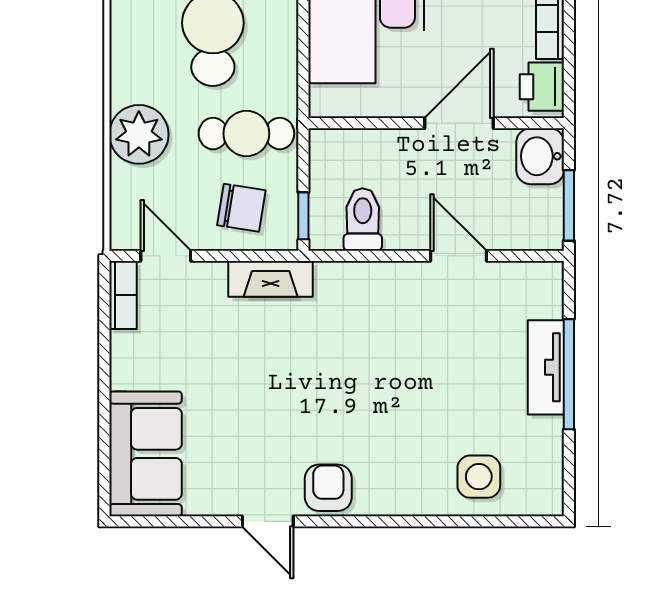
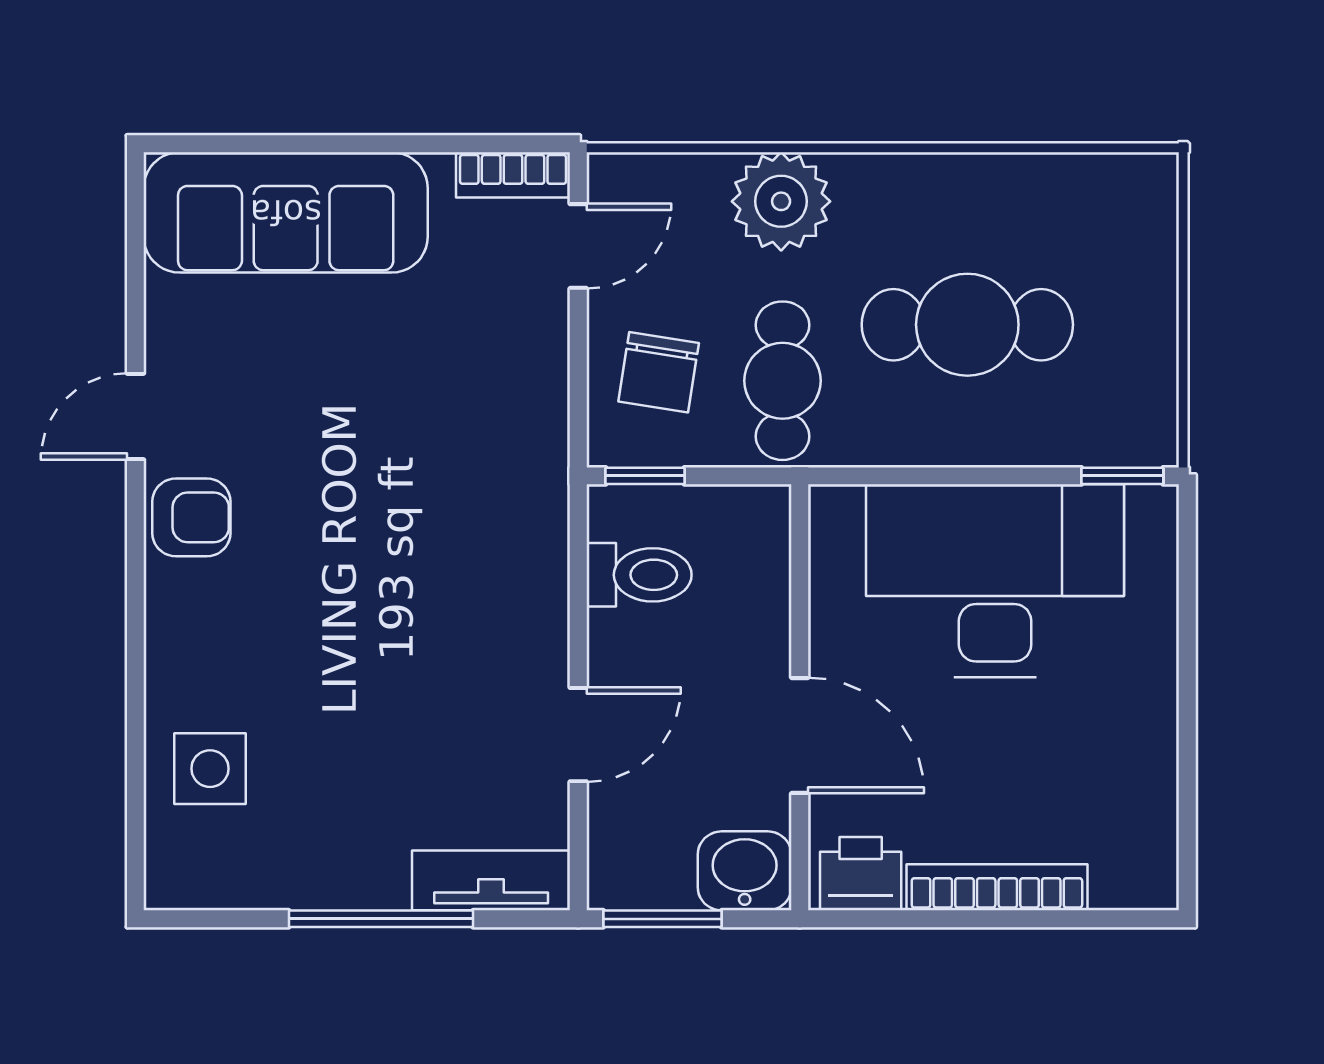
fireplace: (271, 279) -> (540, 421), removed
tv unit: (546, 367) -> (491, 880), moved
sofa: (146, 454) -> (286, 212), width x1.36

